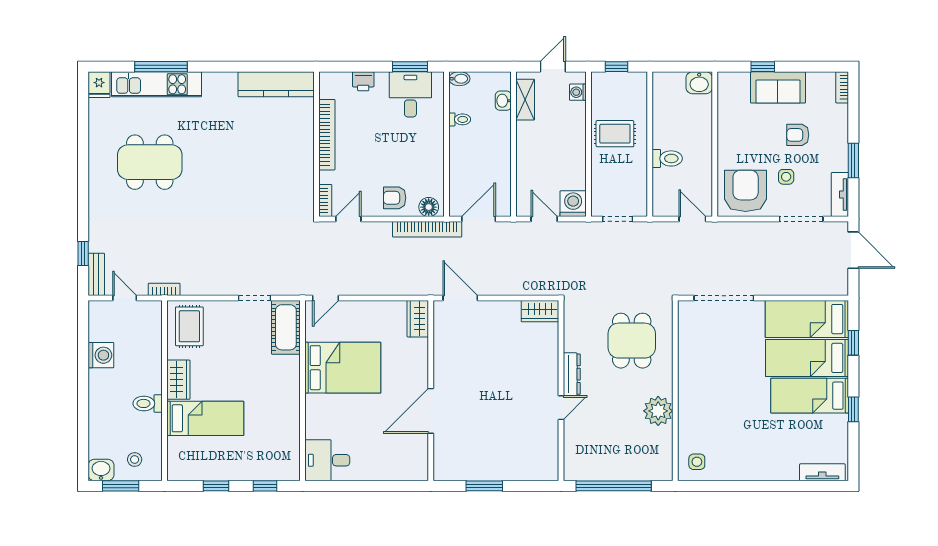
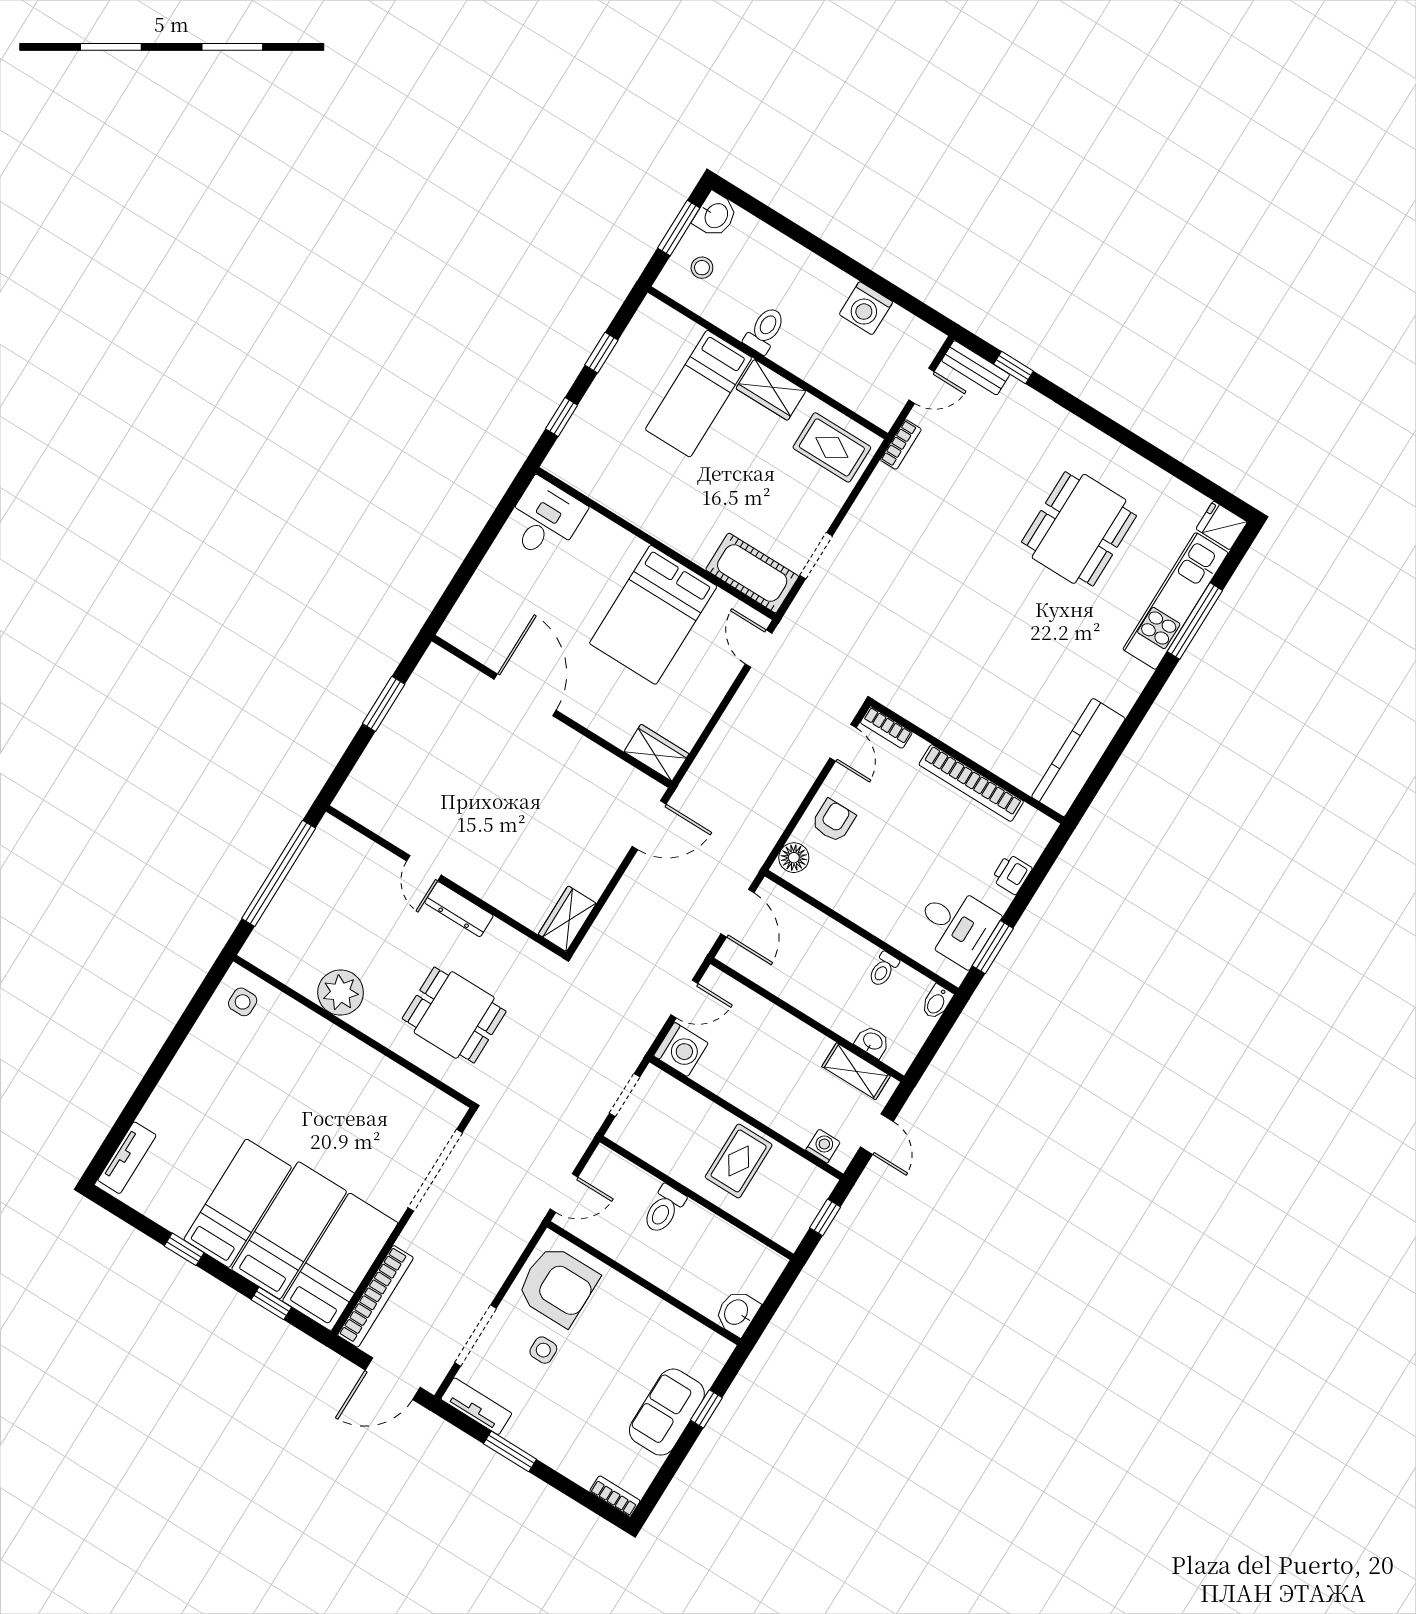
armchair: (798, 135) -> (589, 1399), removed
bookcase: (427, 229) -> (375, 1296), moved, turned 180

